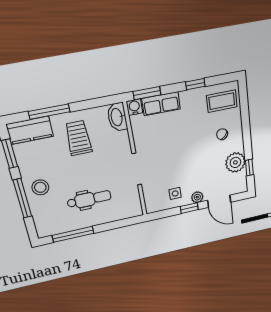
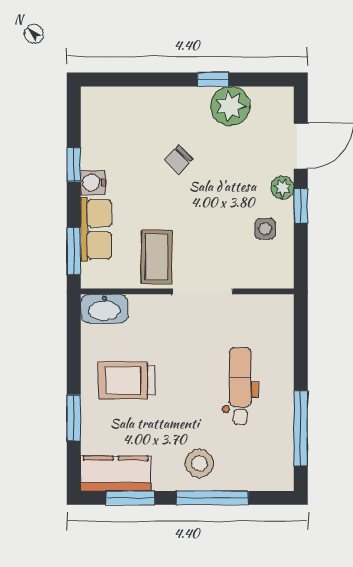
coffee table: (222, 101) -> (156, 257), moved
water cooler: (134, 107) -> (93, 183), moved
window: (49, 112) -> (74, 418), width x0.69
kitchen counter: (30, 130) -> (116, 474), moved, turned -90
chair: (222, 134) -> (178, 159), moved
window: (249, 167) -> (213, 80), moved

